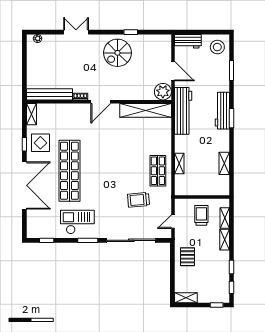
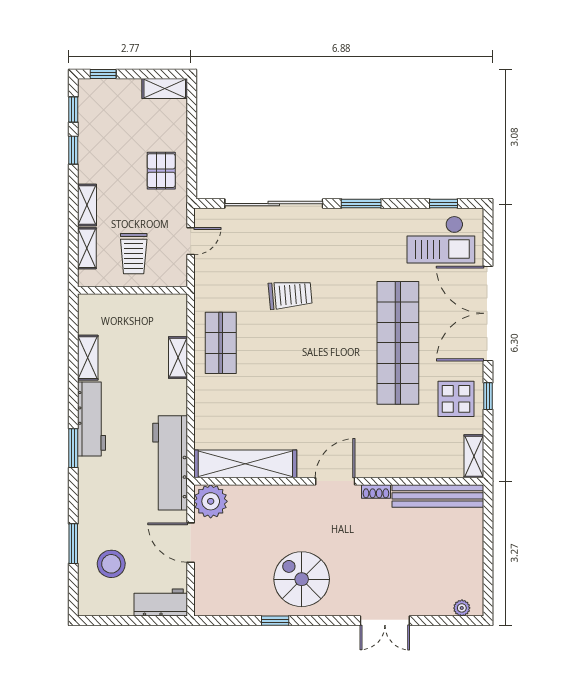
stool: (217, 47) -> (111, 564), moved
spiral stairs: (117, 53) -> (302, 579), turned -90
workbench: (222, 111) -> (92, 419), moved
trolley: (138, 200) -> (290, 295), moved
checkout: (77, 222) -> (441, 240), moved

